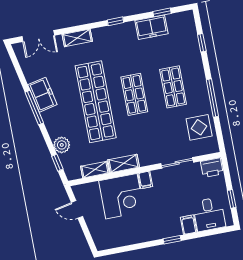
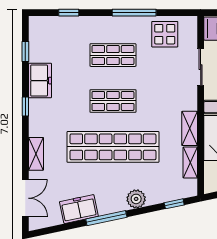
freezer: (151, 27) -> (40, 81), moved
freezer: (42, 95) -> (79, 209), moved
plant: (62, 145) -> (136, 199), moved

